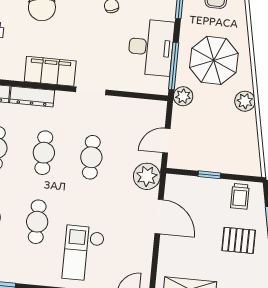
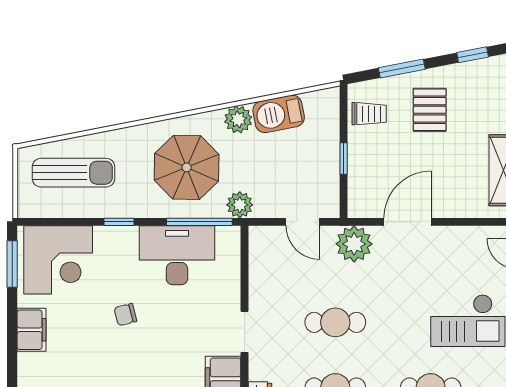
barbecue: (246, 131) -> (279, 114), added

